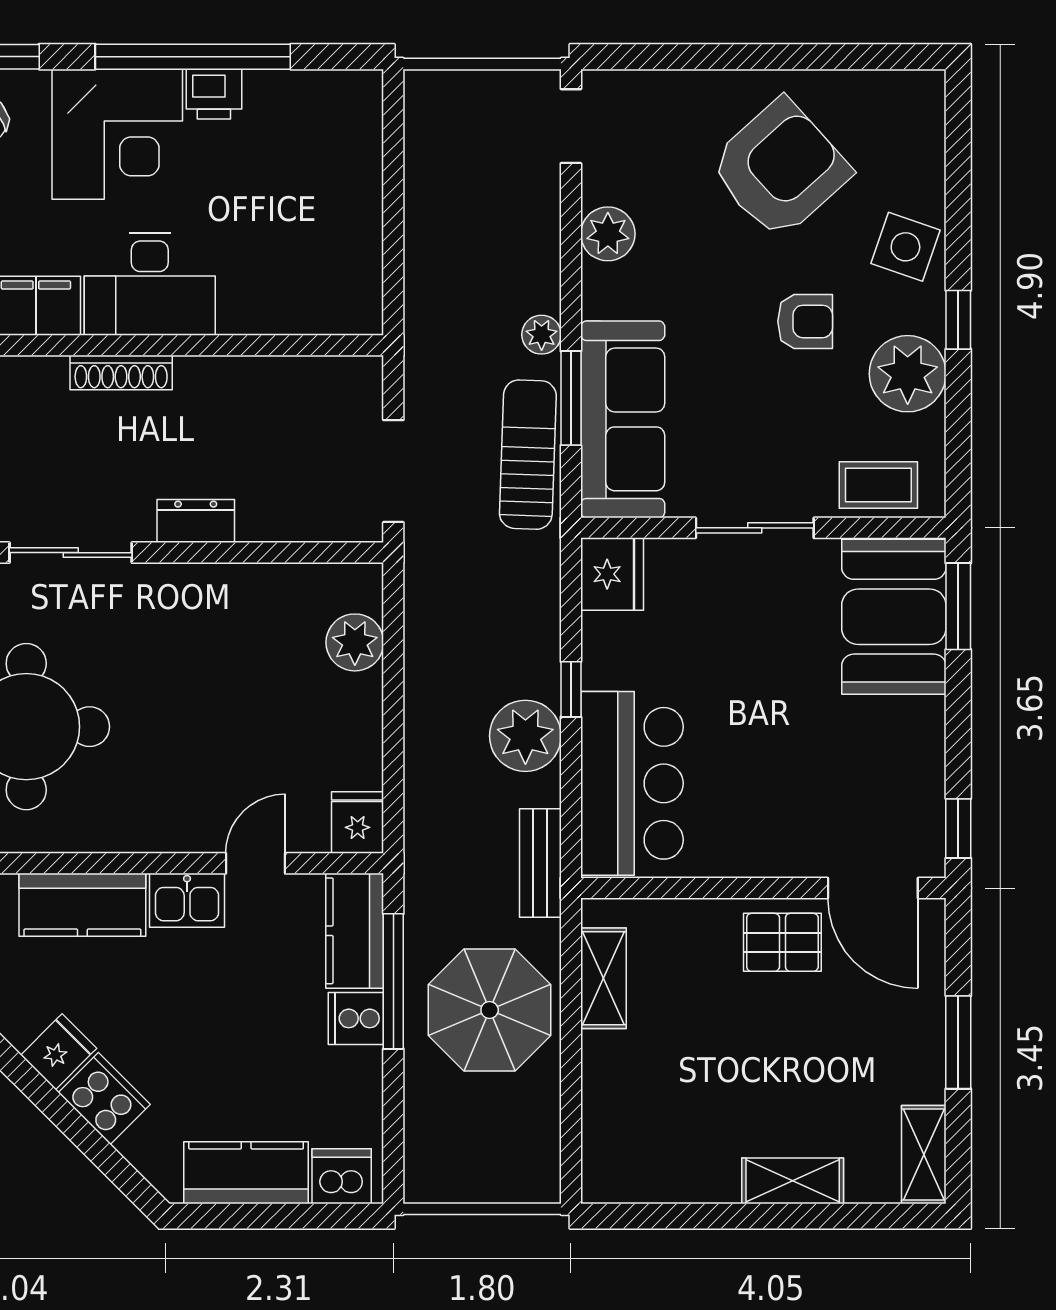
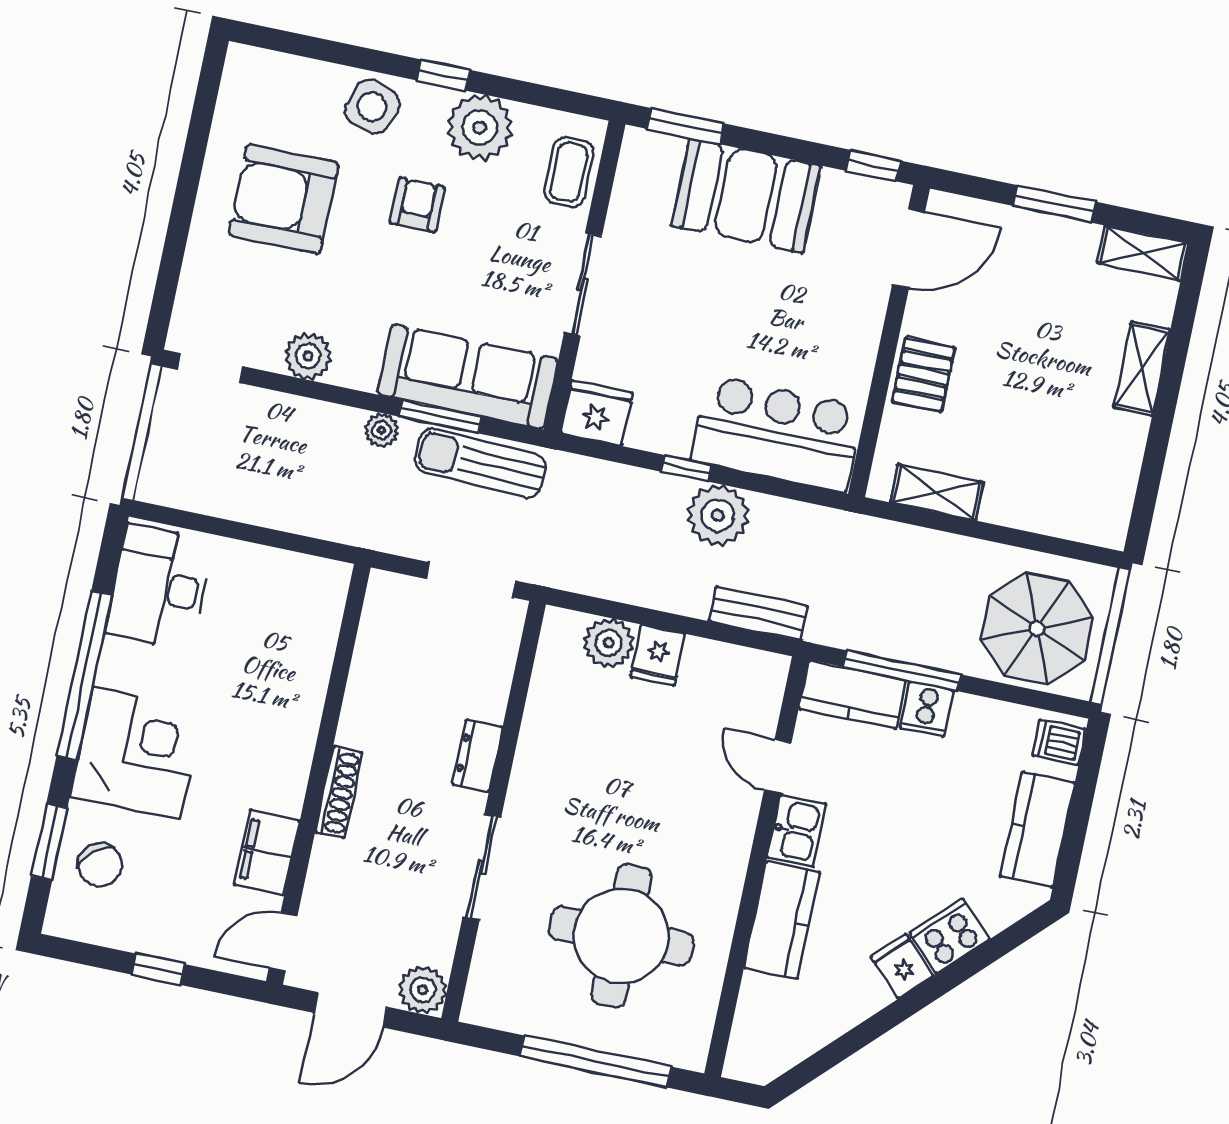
printer: (214, 94) -> (120, 664), removed
armchair: (780, 169) -> (284, 199), turned -48
desk: (150, 284) -> (159, 587), moved, turned 180
booth: (894, 617) -> (746, 196), moved
fridge: (358, 823) -> (658, 655), moved, turned -90
bench: (540, 863) -> (758, 613), moved
pallet: (782, 942) -> (924, 375), moved
parasol: (490, 1010) -> (1037, 628), moved
dishwasher: (342, 1176) -> (1059, 742), width x0.73

